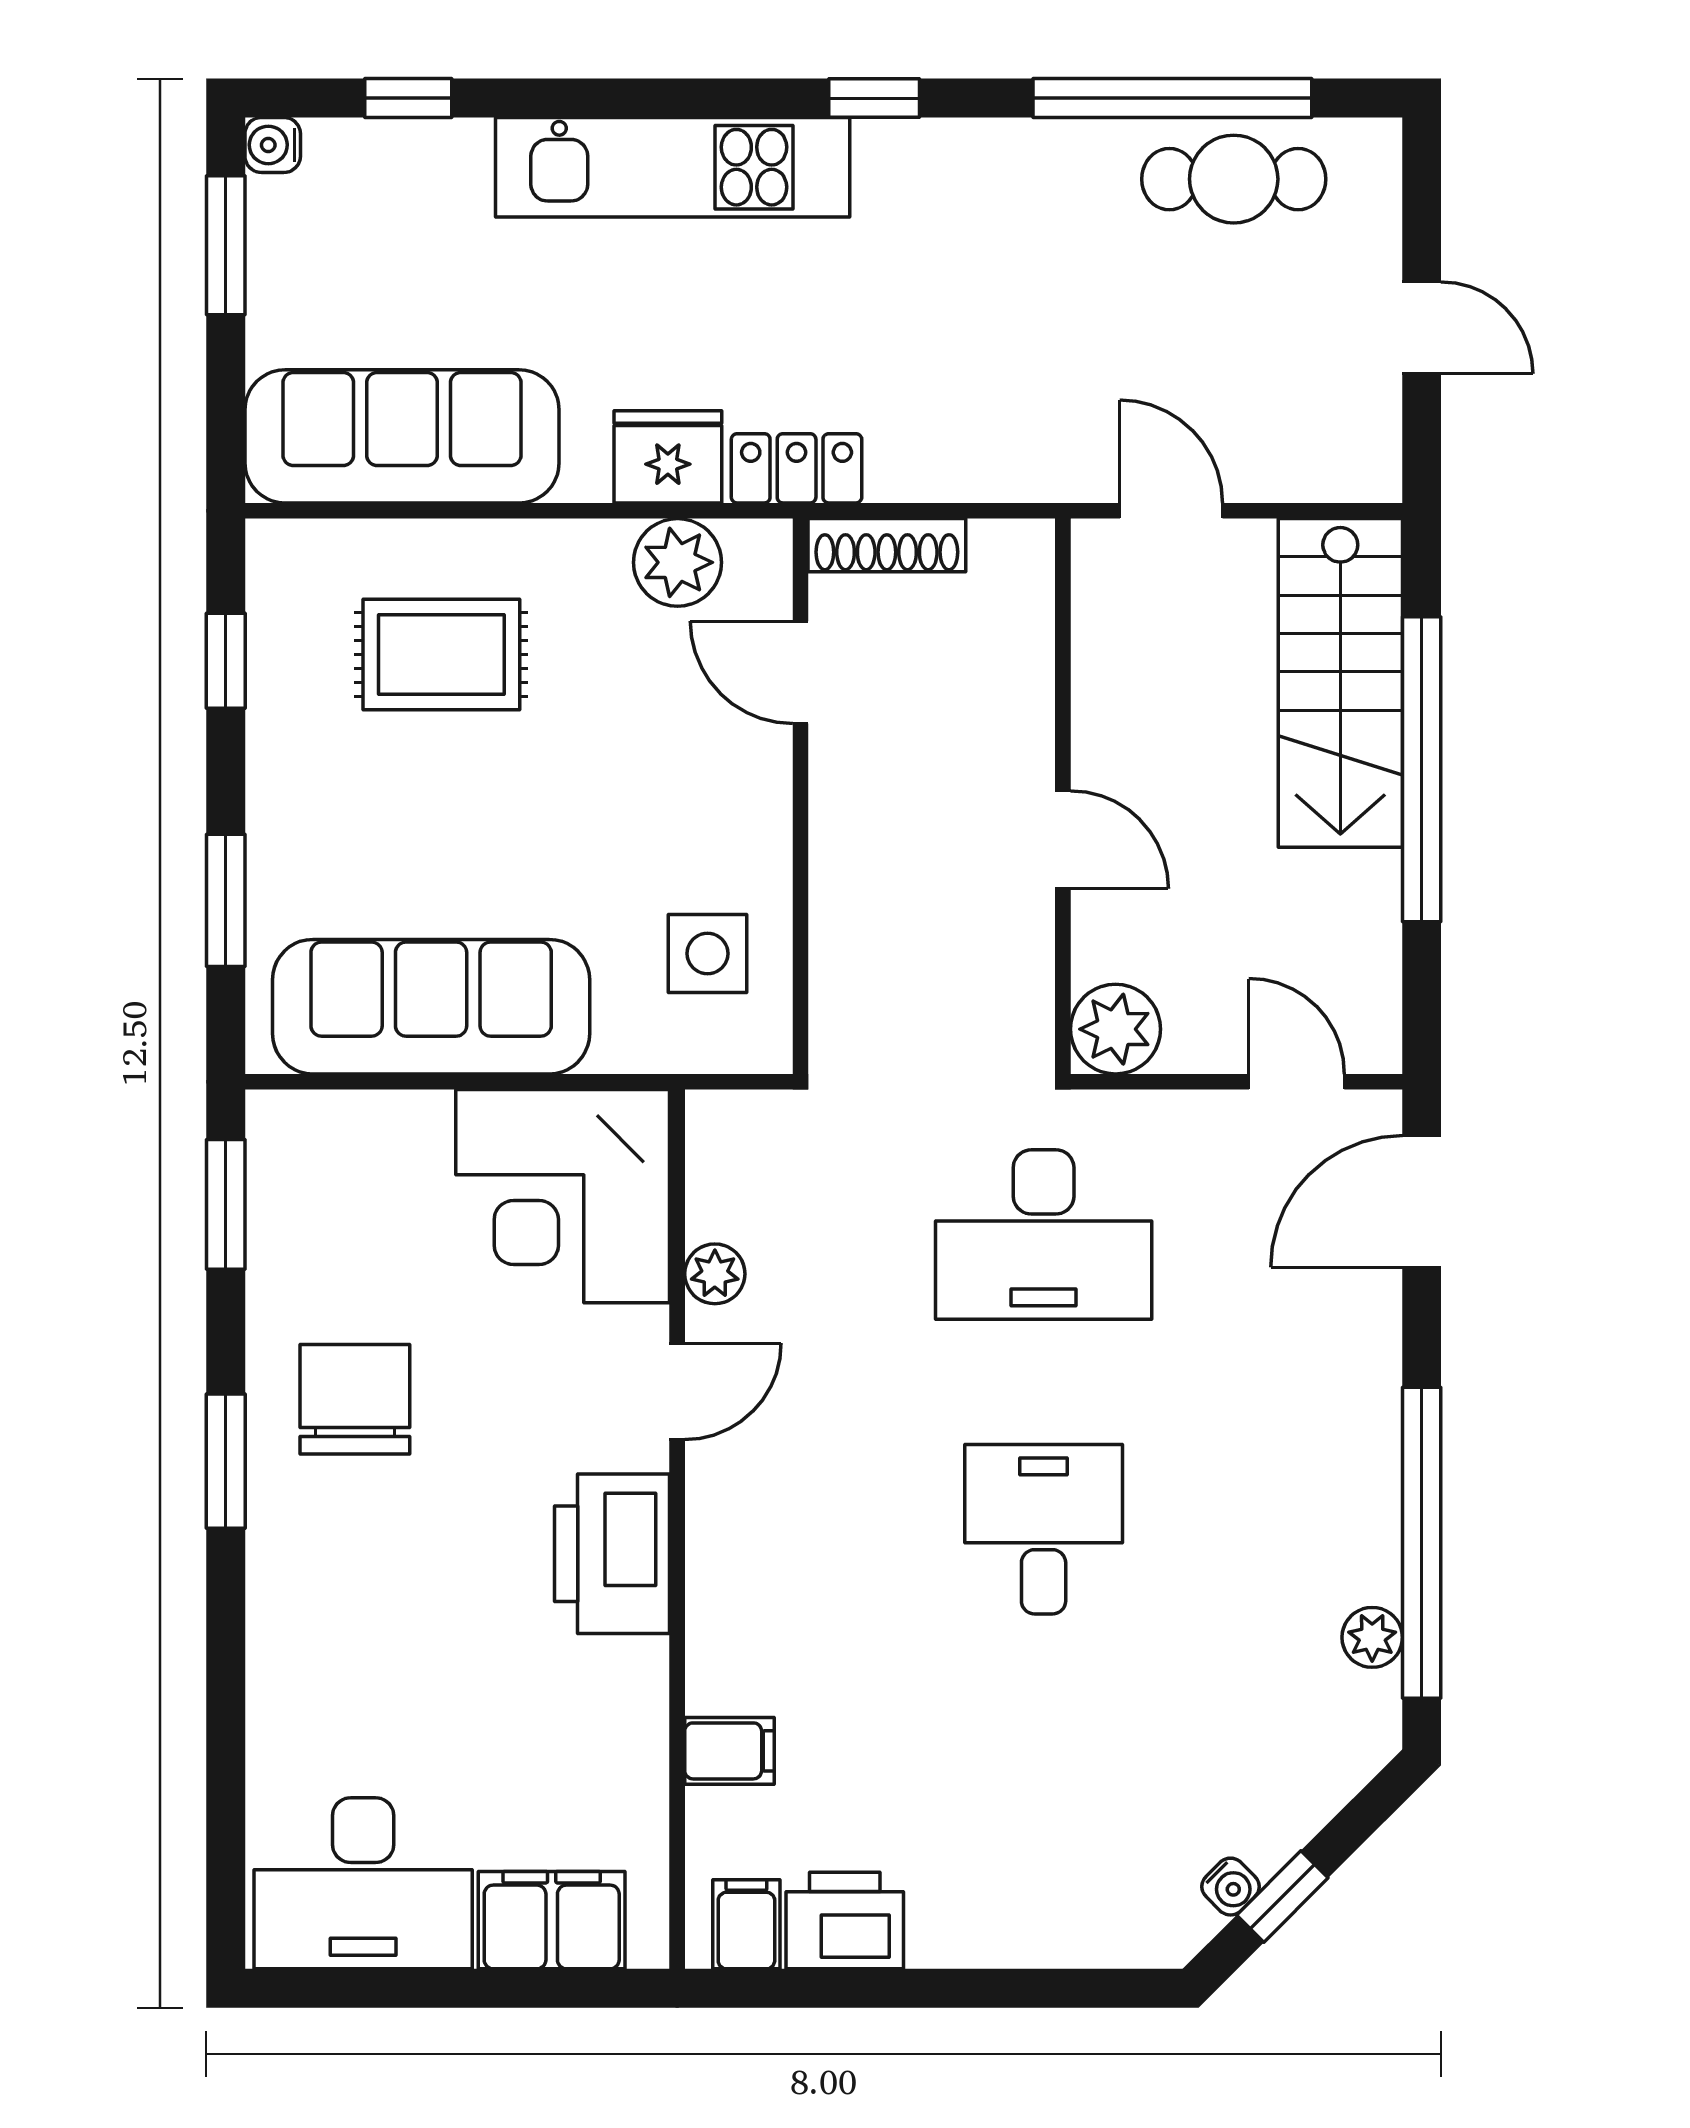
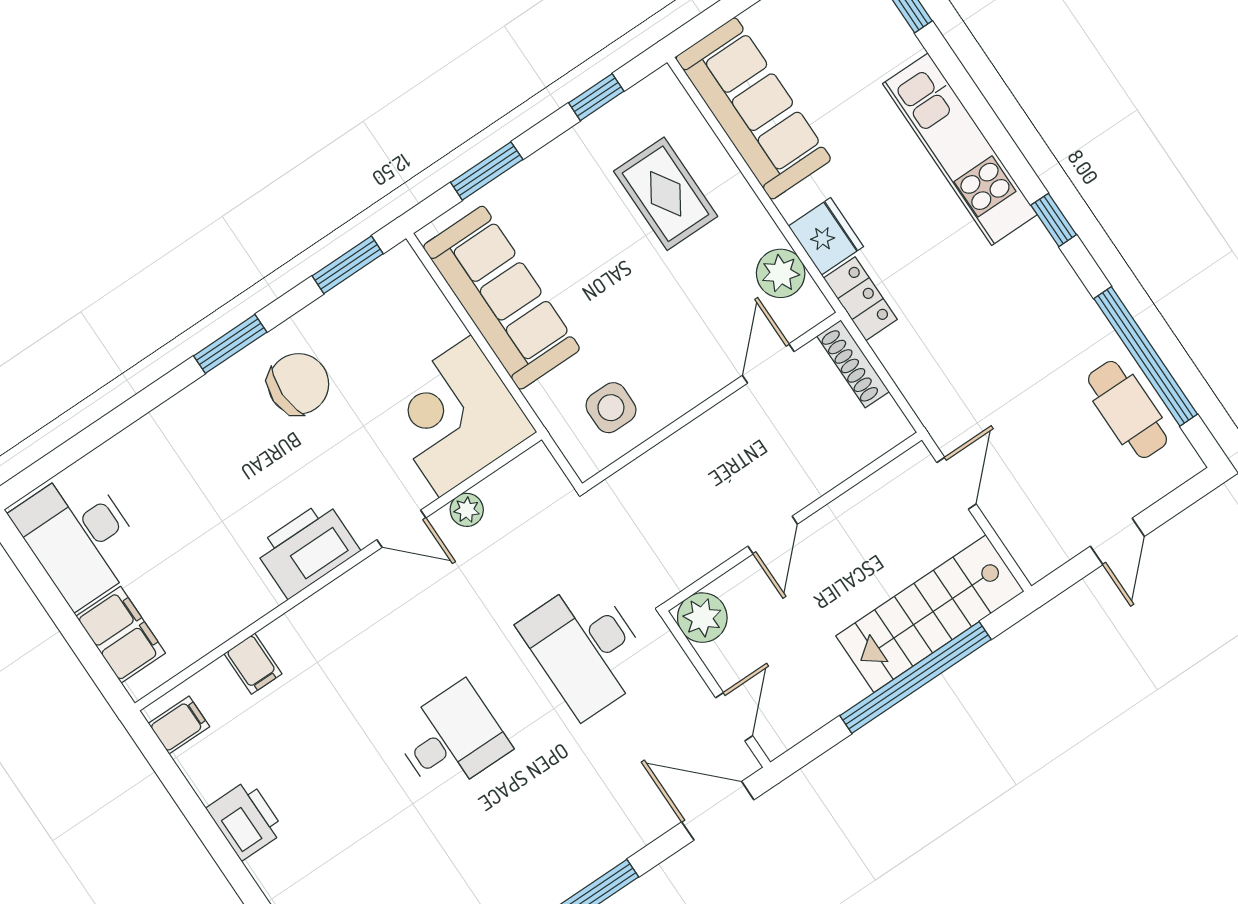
printer: (845, 1921) -> (245, 820), moved

